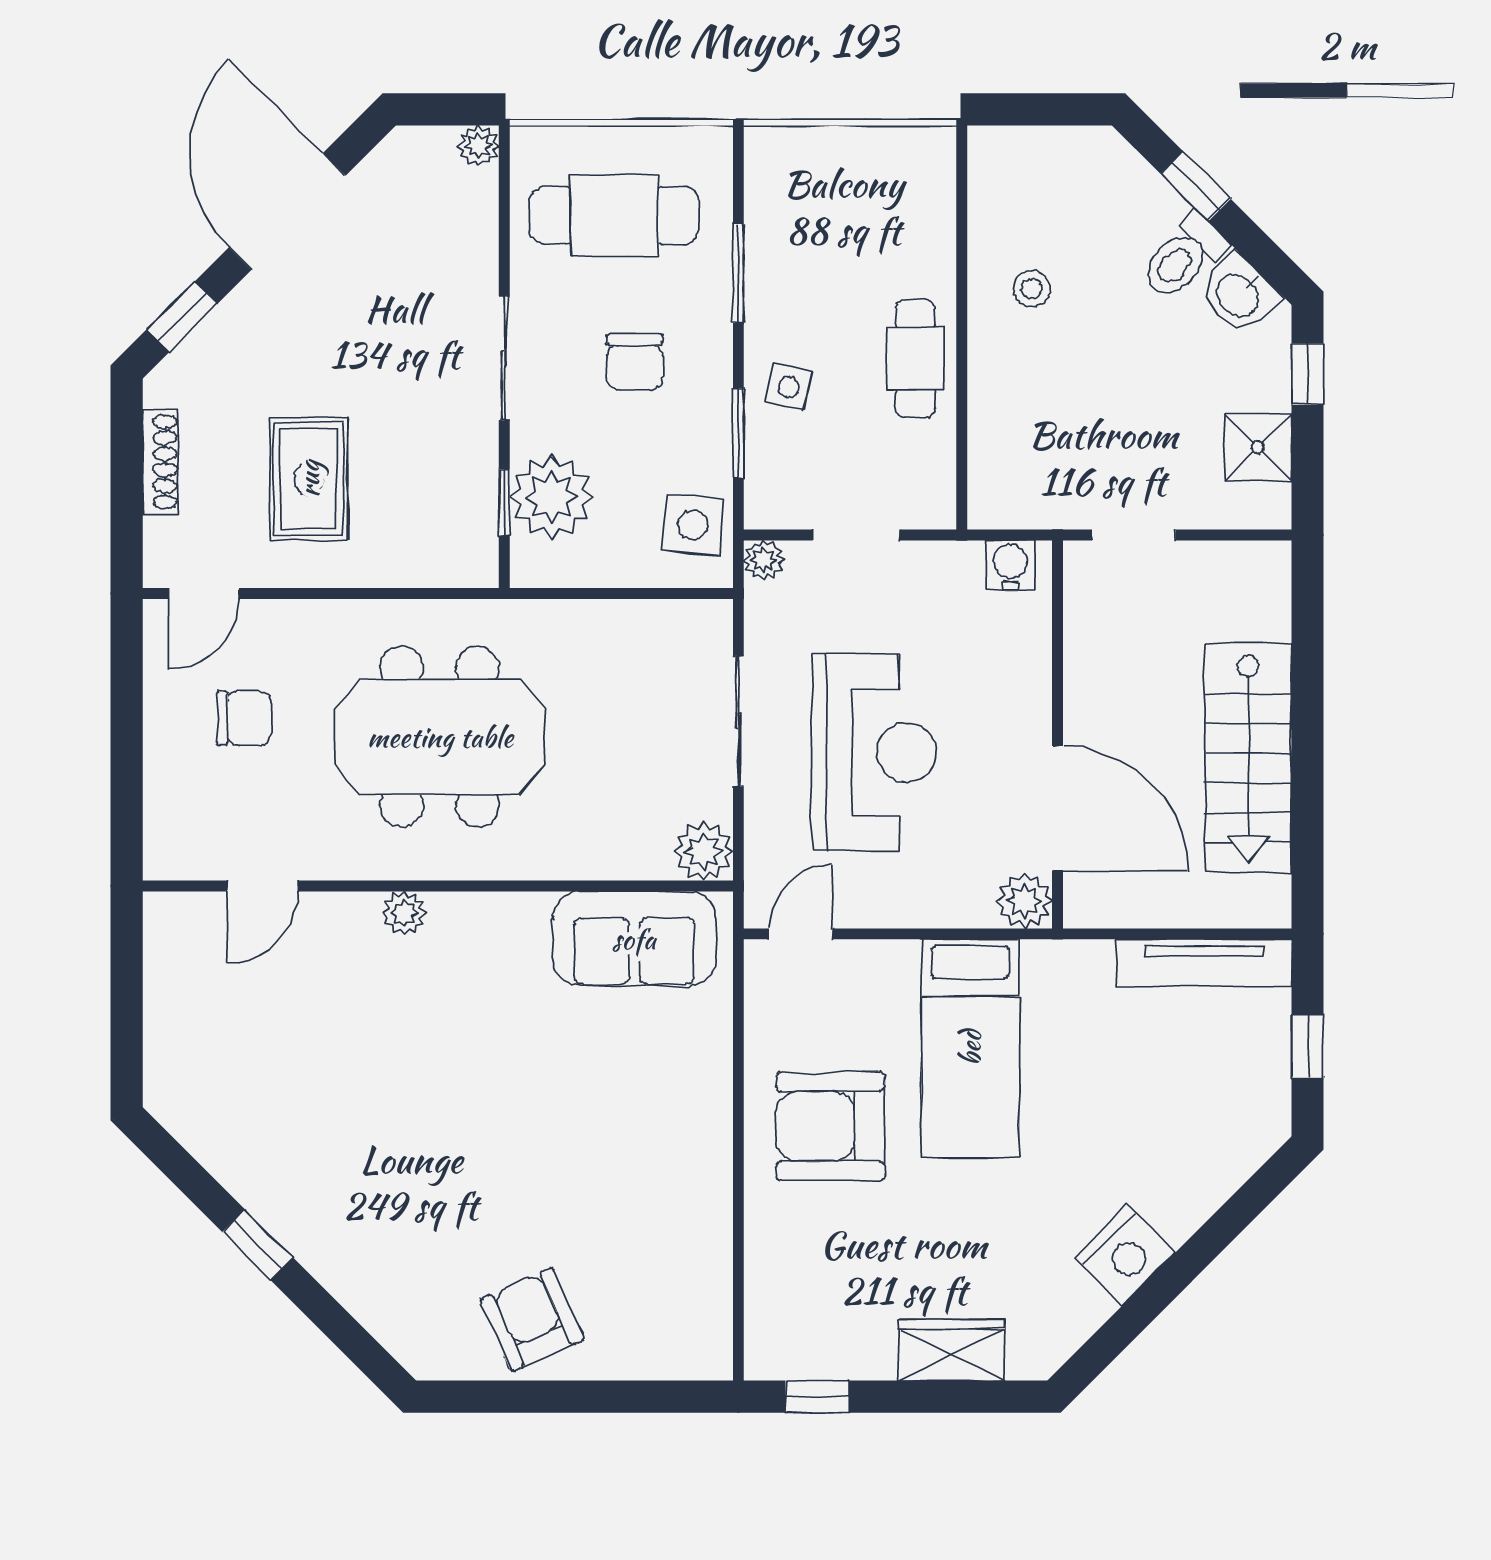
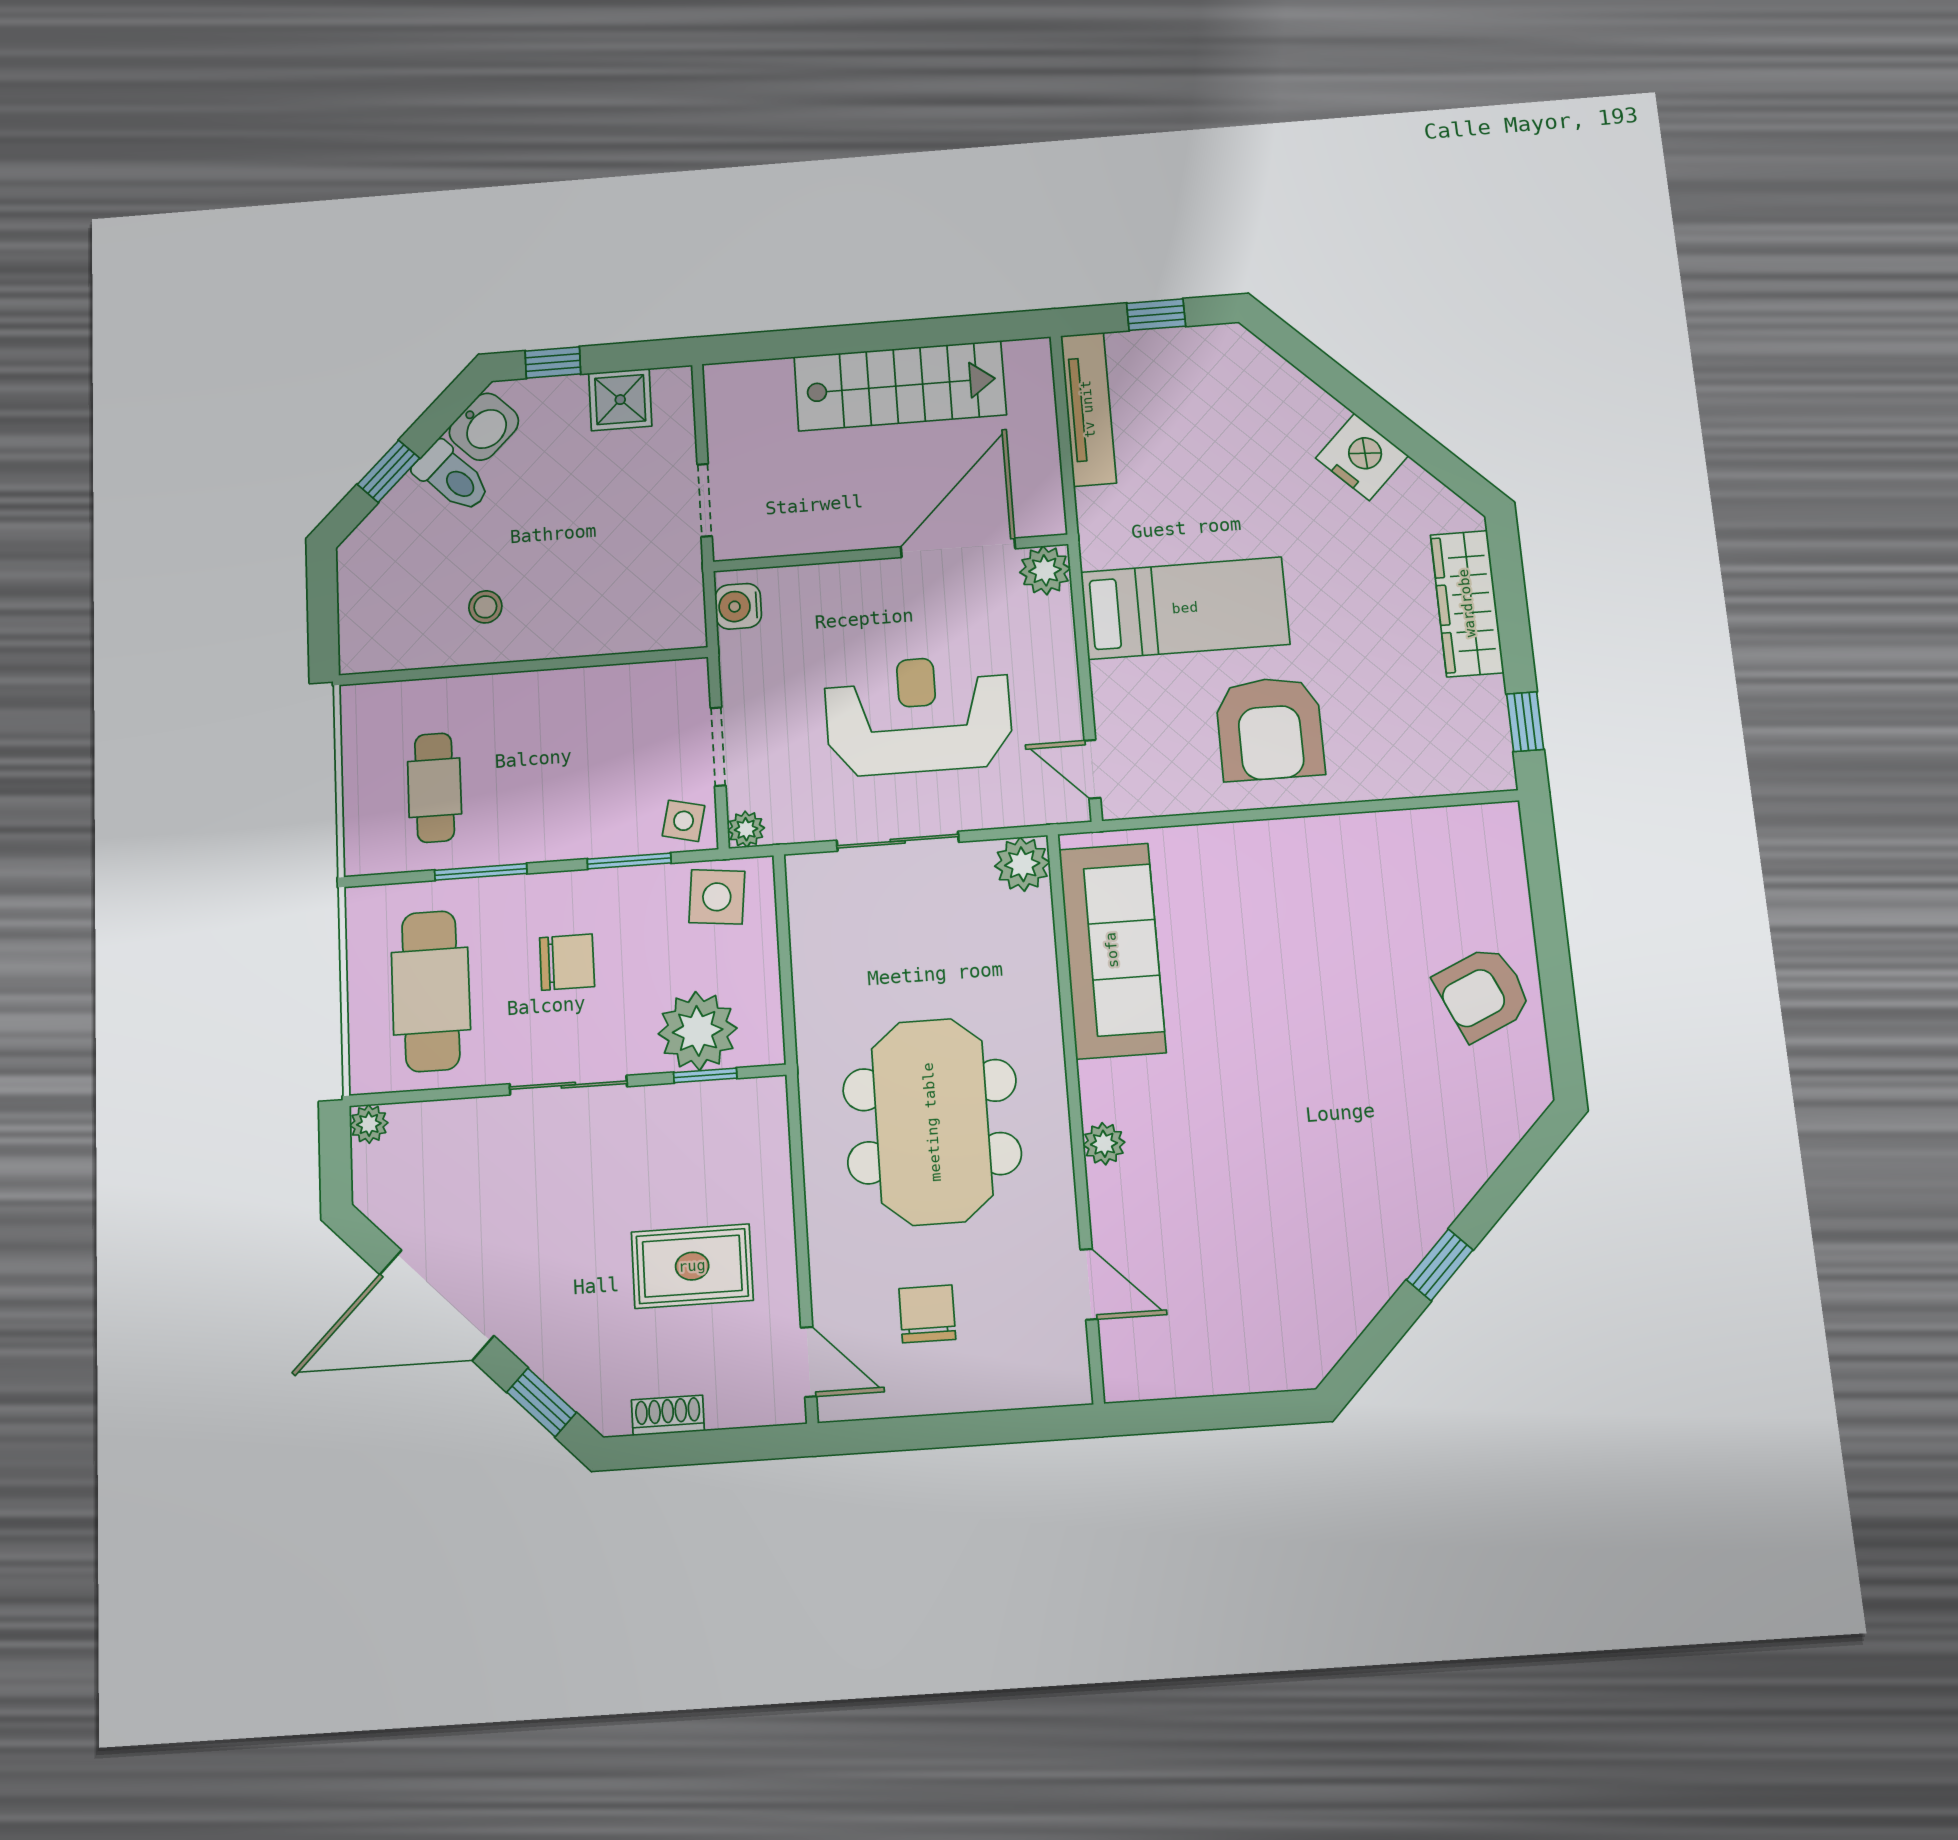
cafe table: (915, 359) -> (435, 788), moved, turned 90
side table: (789, 387) -> (684, 821), moved
shoe rack: (160, 462) -> (668, 1415), width x0.70
sofa: (634, 939) -> (1112, 950), width x1.36
wardrobe: (952, 1350) -> (1467, 603), width x1.50

